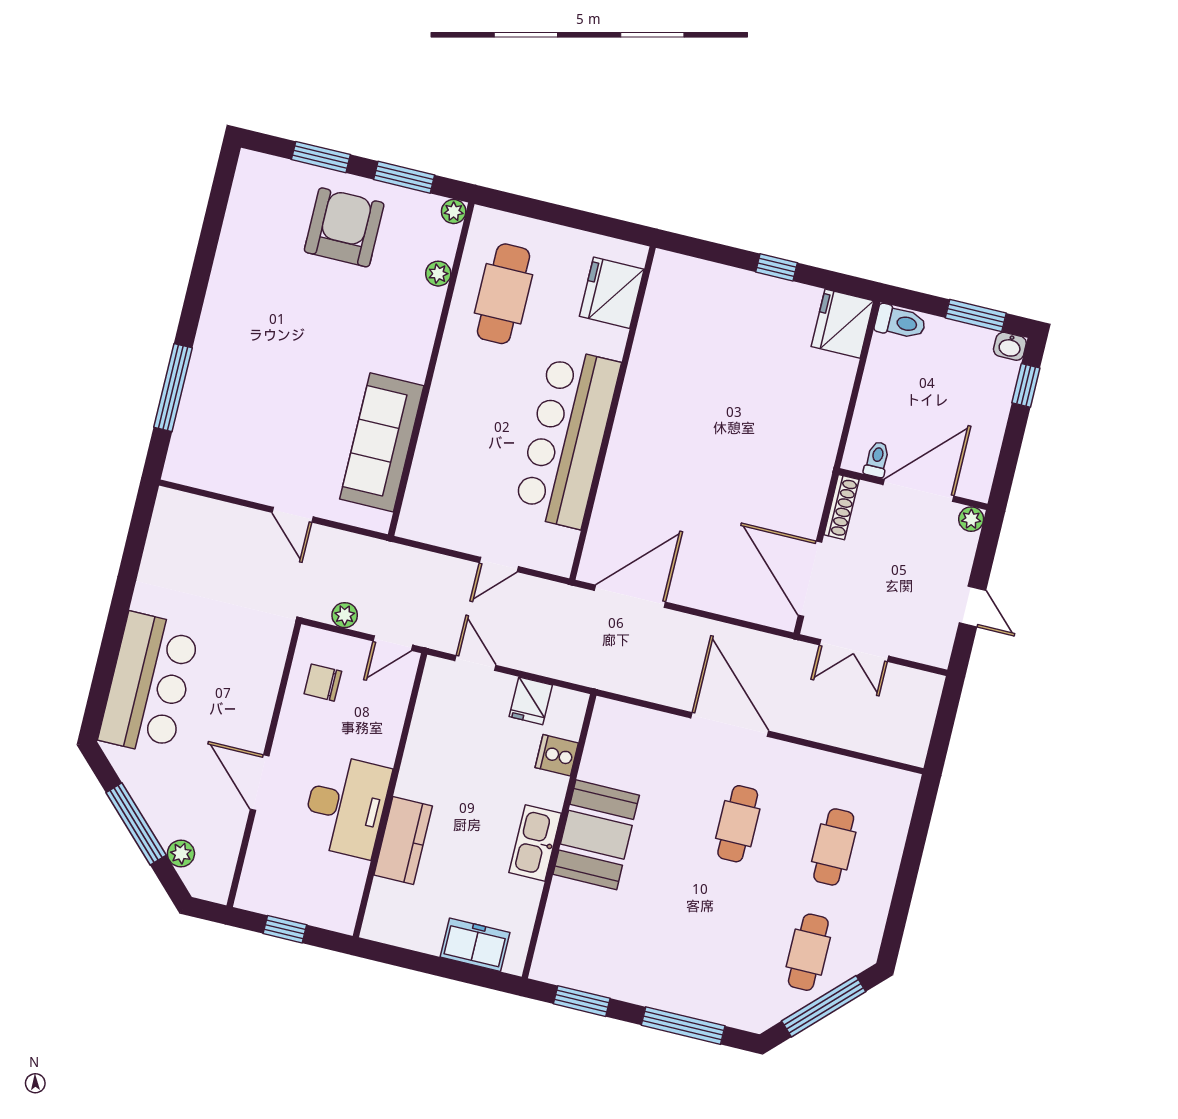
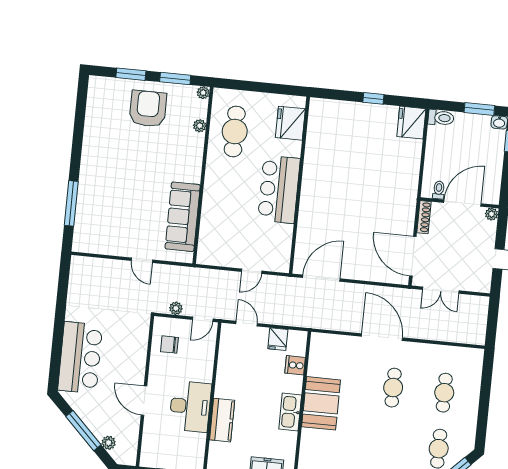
bar counter: (567, 438) -> (279, 189), width x0.73

